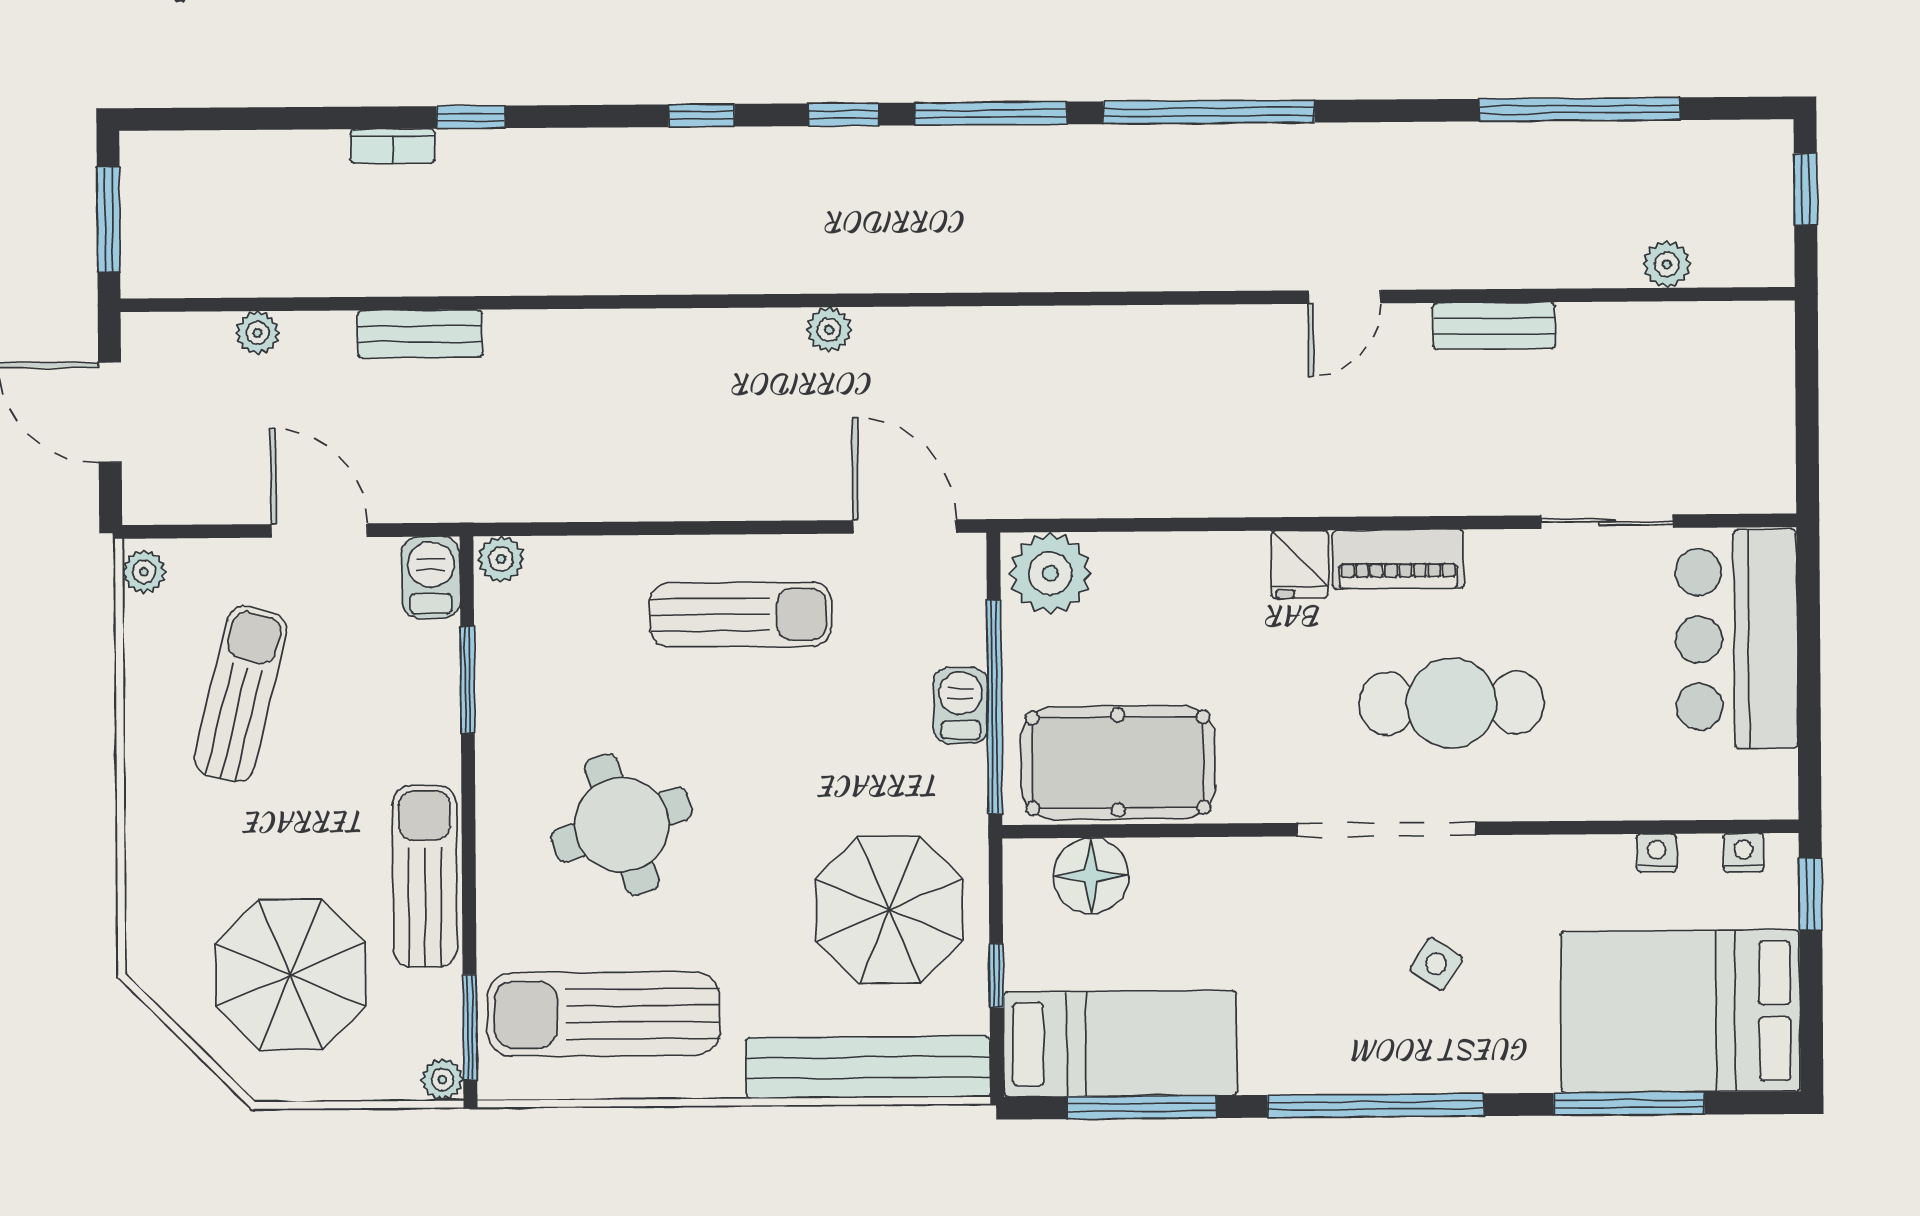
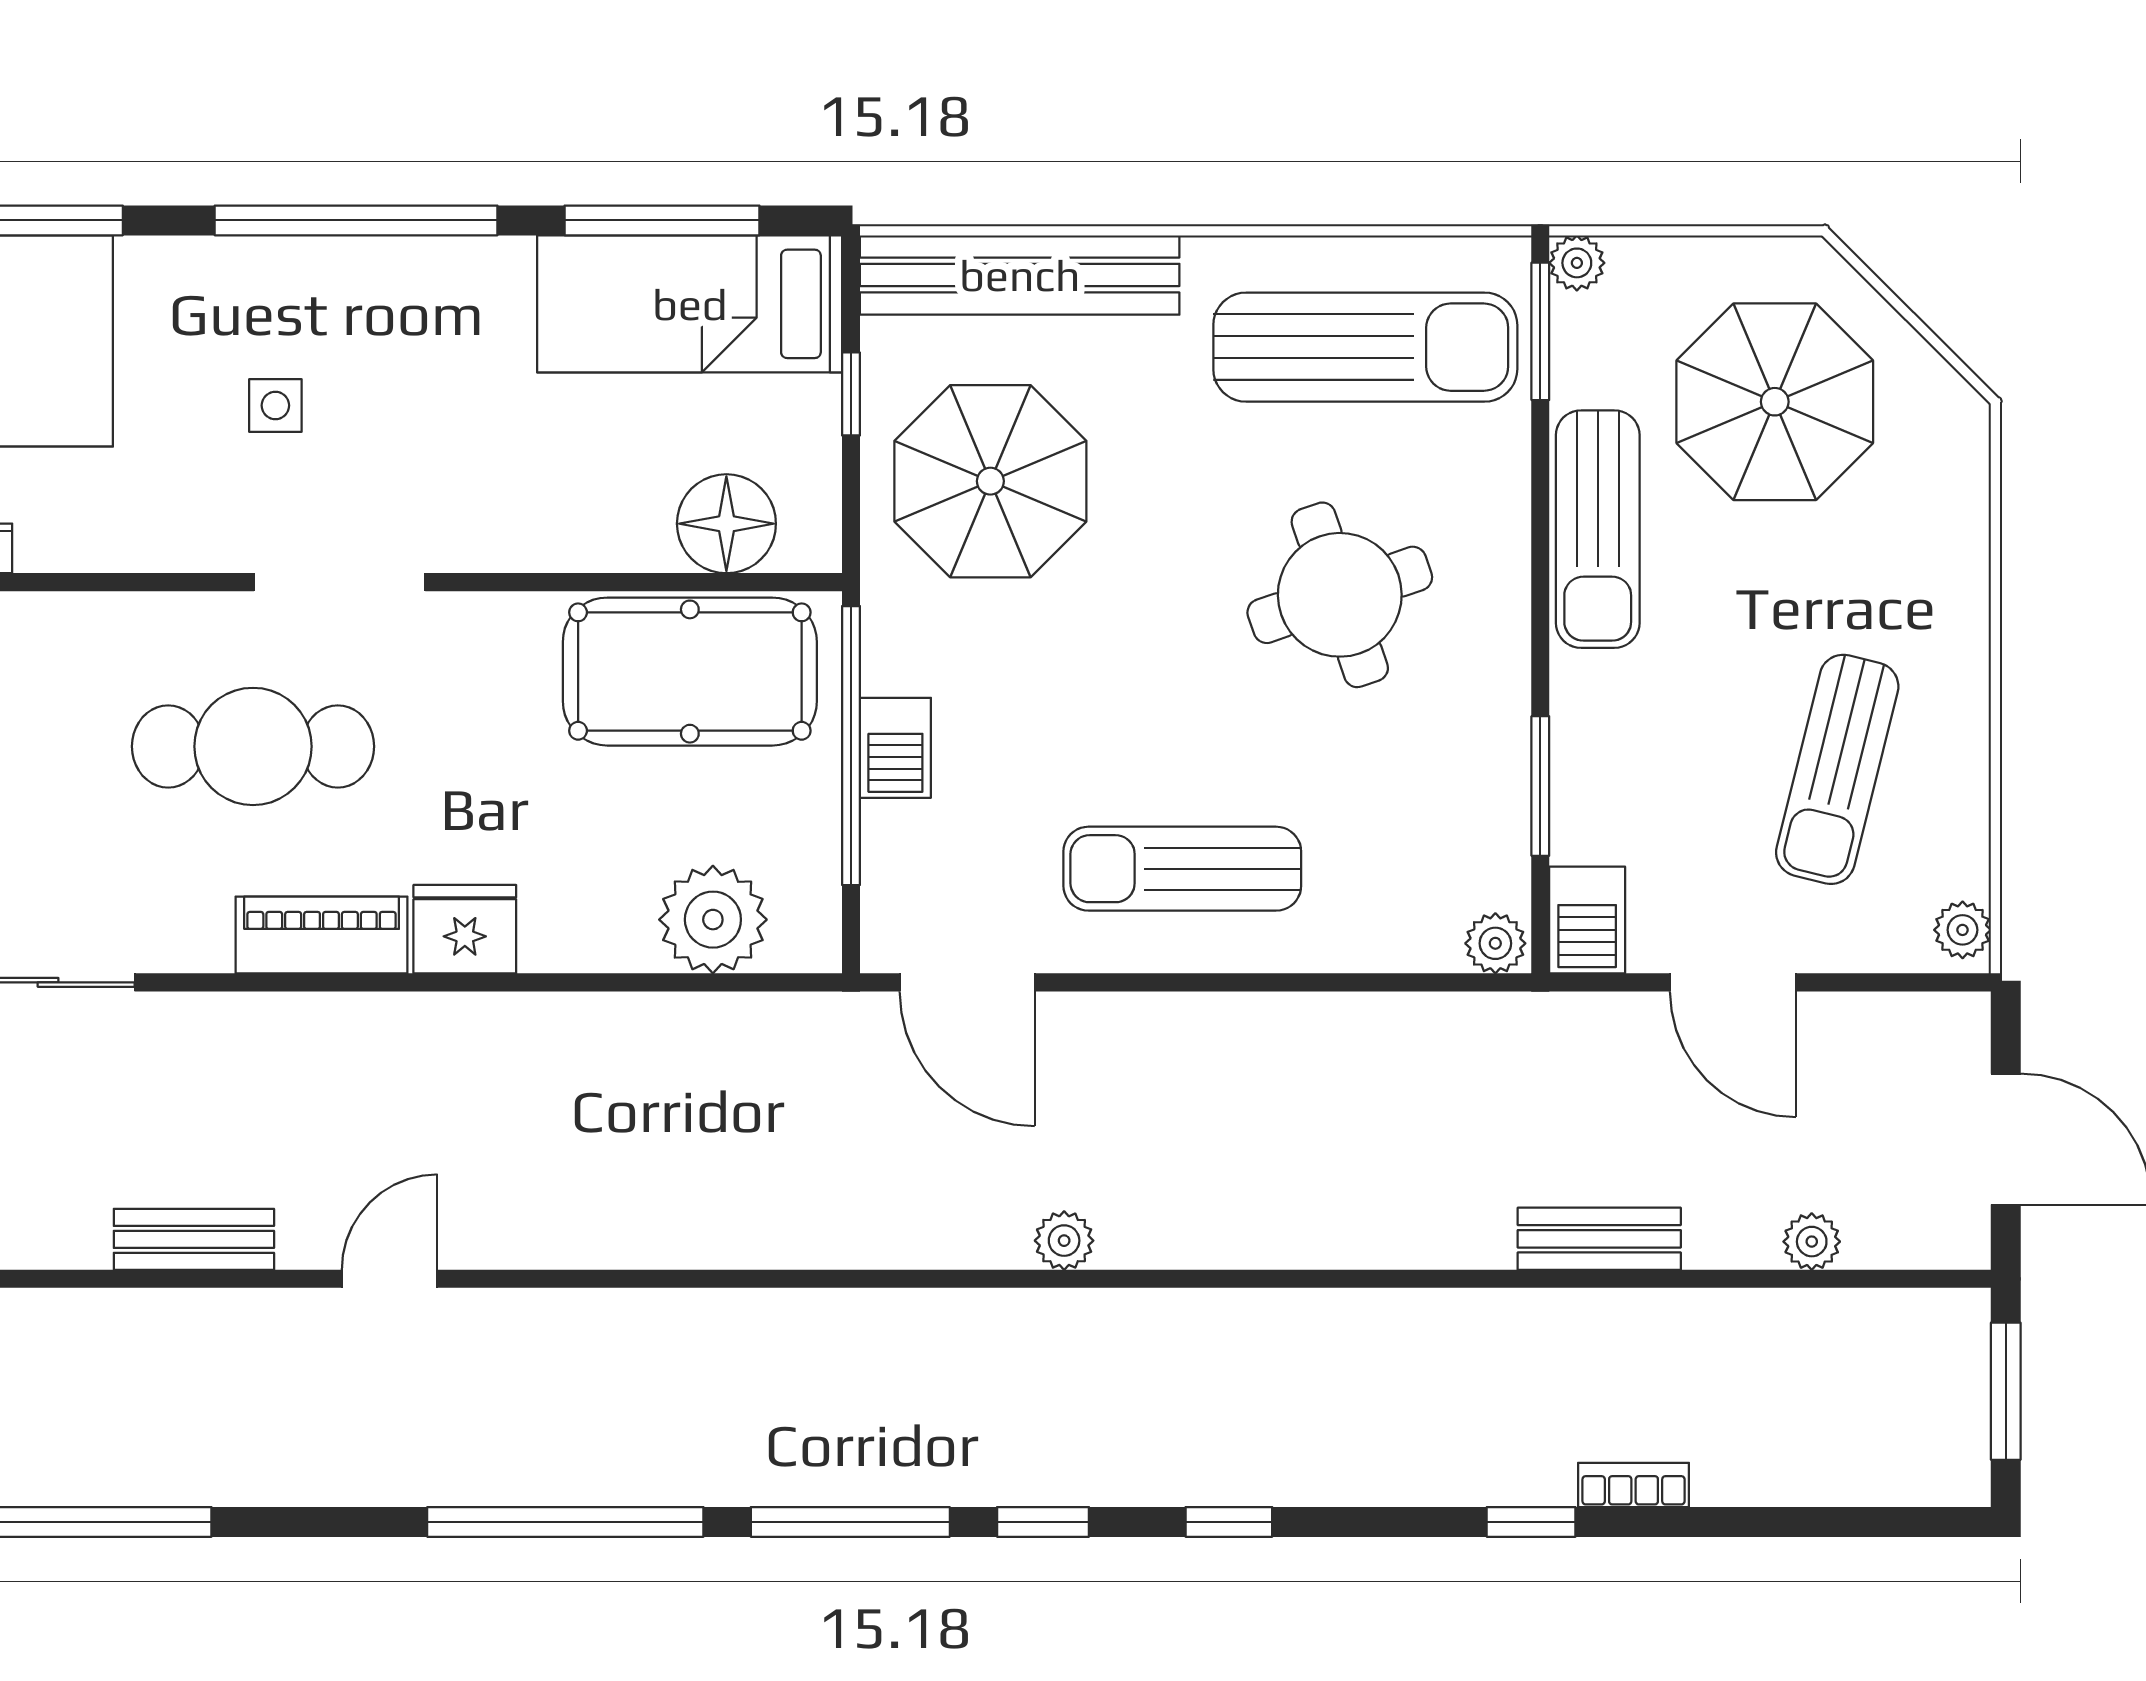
fridge: (1300, 564) -> (465, 929), width x1.38
plant: (1050, 573) -> (713, 920), moved
doorway: (1386, 829) -> (340, 582), width x0.73
side table: (1436, 964) -> (275, 405), turned -33

